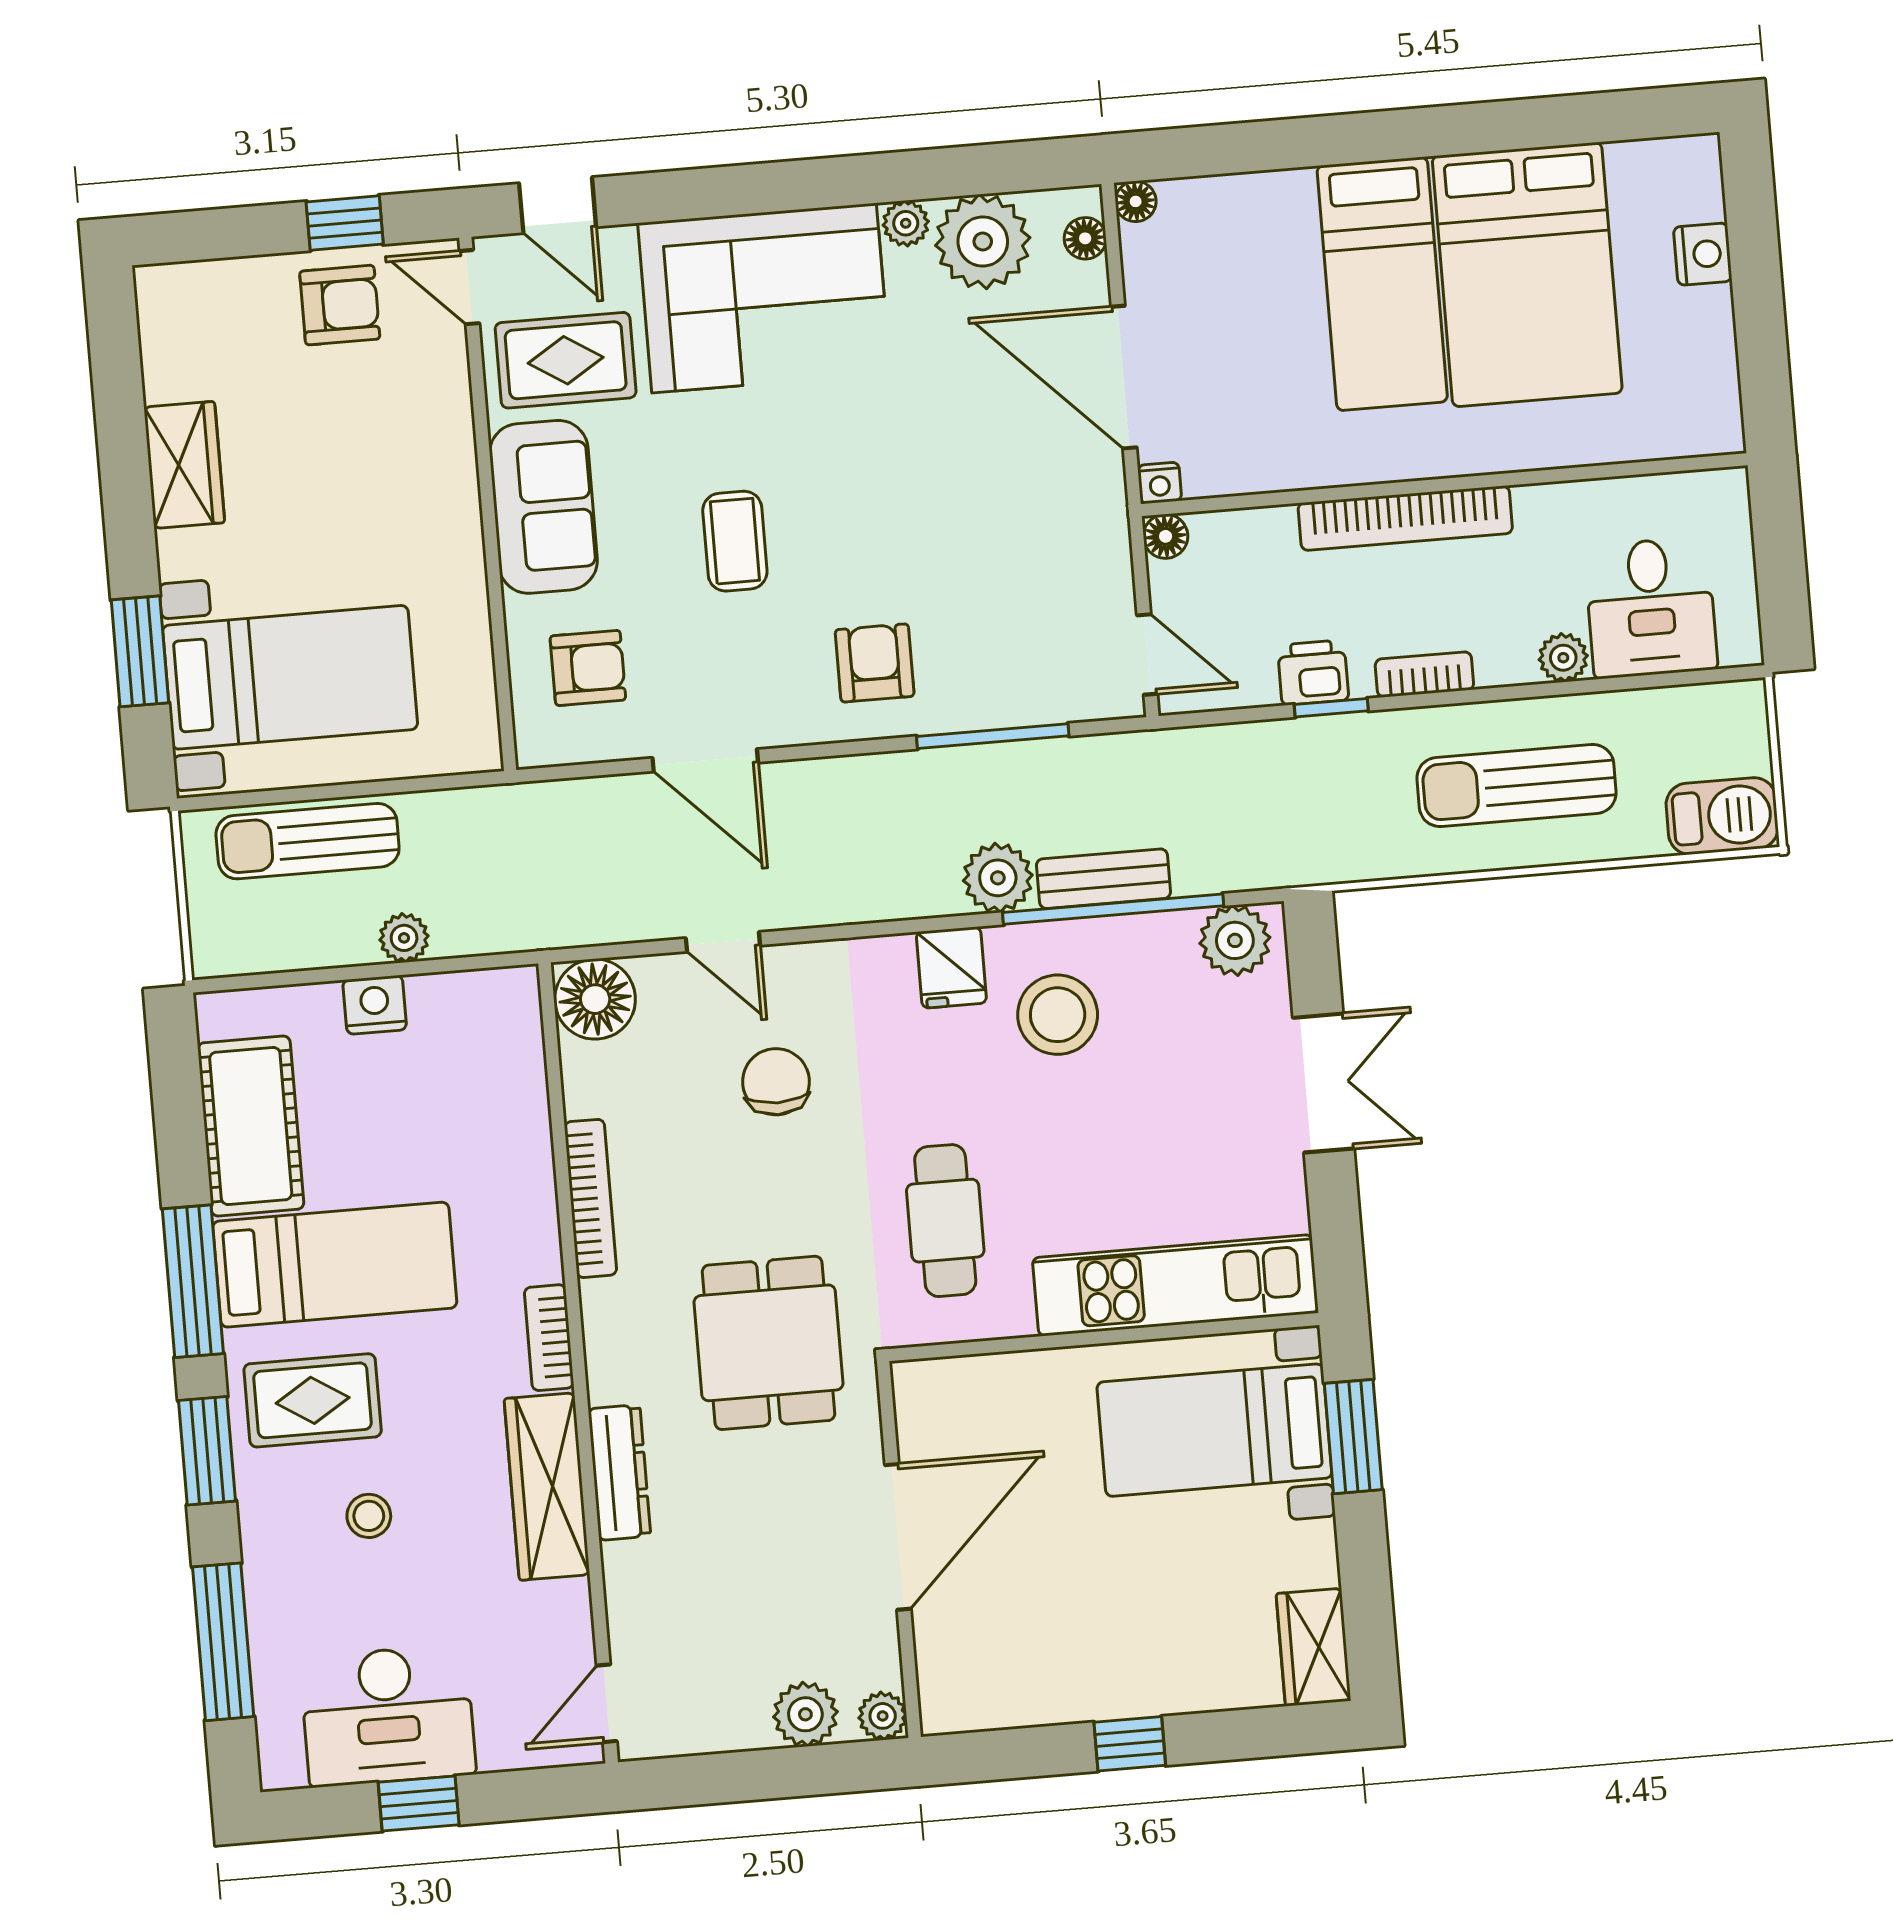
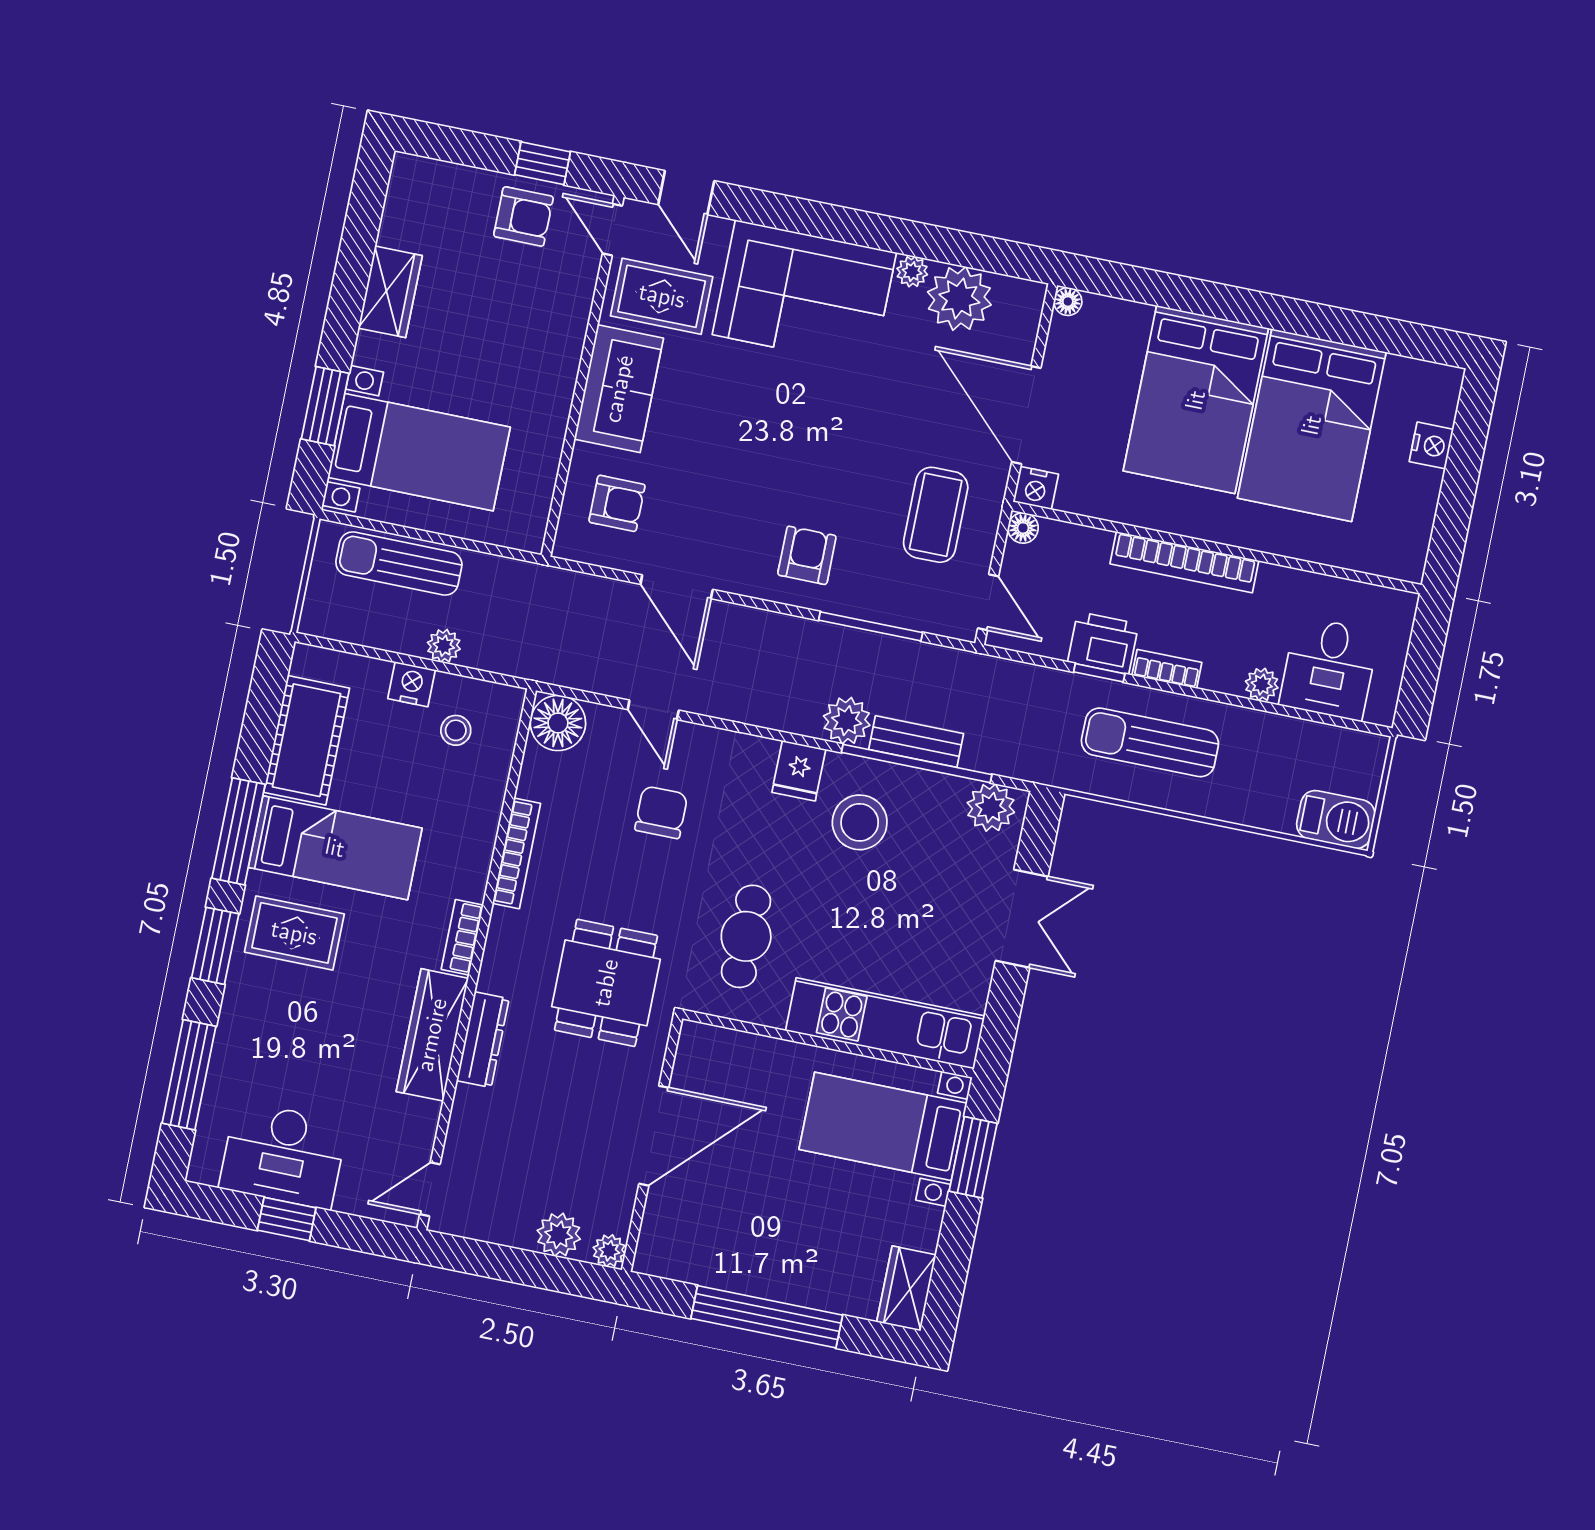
floor lamp: (1085, 238) -> (1027, 316), removed
bed: (1382, 284) -> (1196, 400), width x1.50
nightstand: (1160, 483) -> (1036, 488), width x1.39, depth x1.35
coffee table: (735, 541) -> (936, 515), moved, width x1.36, depth x1.30
printer: (1313, 673) -> (1103, 643), width x1.36, depth x1.24
sun lounger: (1517, 786) -> (1150, 742), moved
stool: (369, 1516) -> (456, 730), moved
window: (1130, 1744) -> (767, 1317), width x3.17

